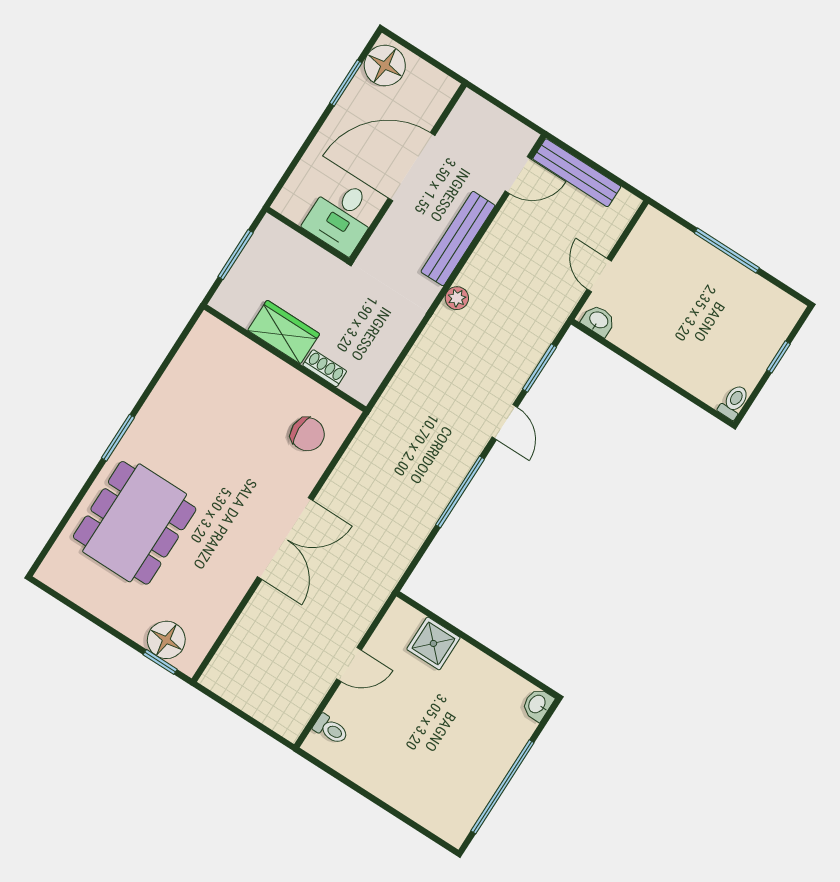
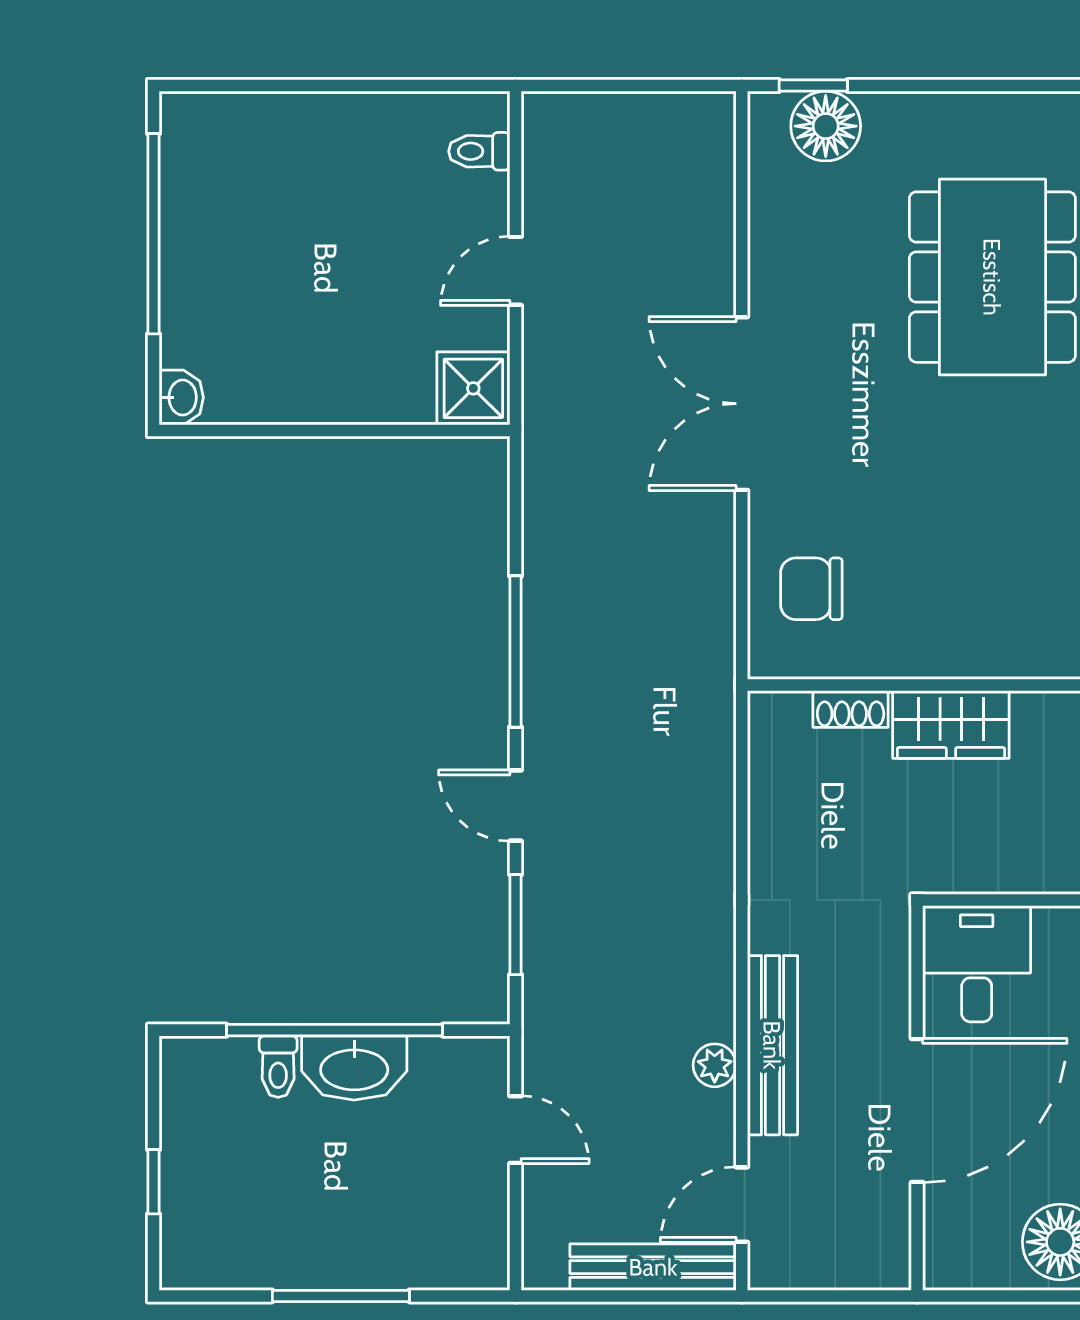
plant: (457, 298) -> (715, 1065), moved
washbasin: (598, 320) -> (354, 1068), moved, width x1.91, depth x1.45
window: (652, 373) -> (335, 1030), added
toilet: (734, 402) -> (278, 1067), moved
shower: (433, 643) -> (473, 388), moved

